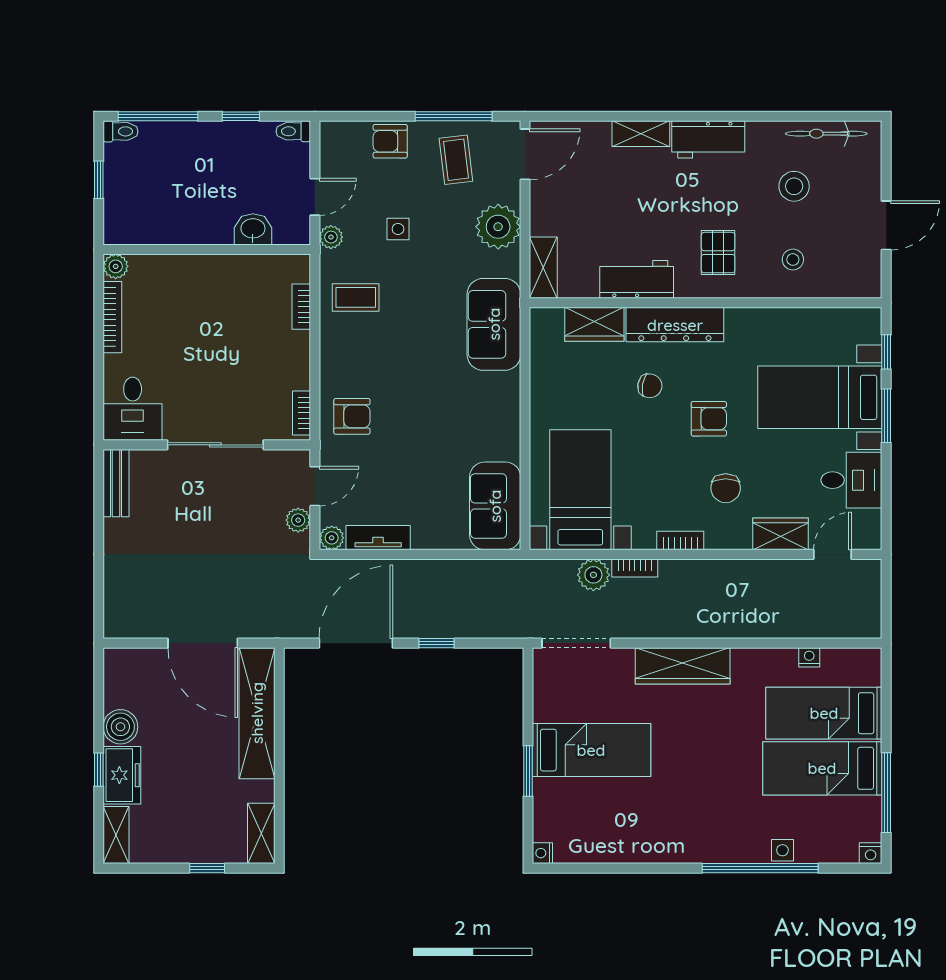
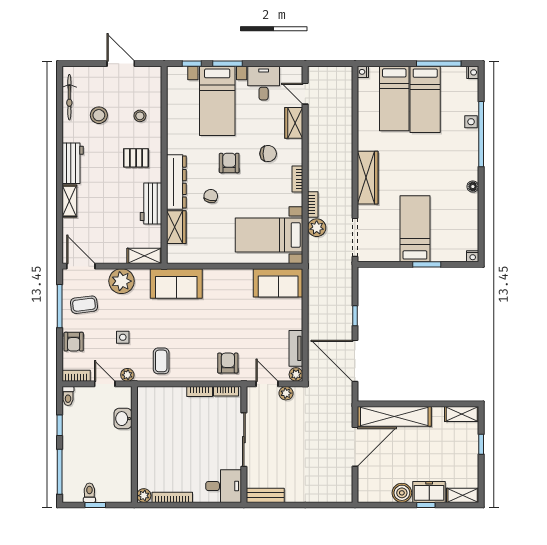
toilet: (121, 131) -> (89, 493), moved
bookcase: (329, 146) -> (76, 376), added
bookcase: (301, 307) -> (200, 391), moved
nightstand: (809, 657) -> (363, 72), moved
floor lamp: (667, 853) -> (473, 187), added

